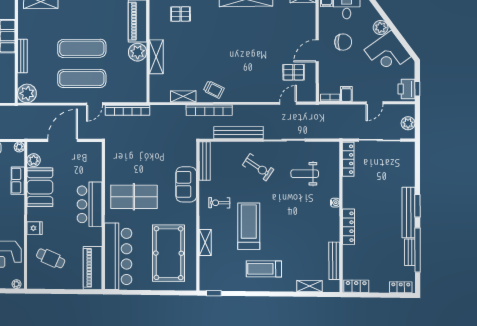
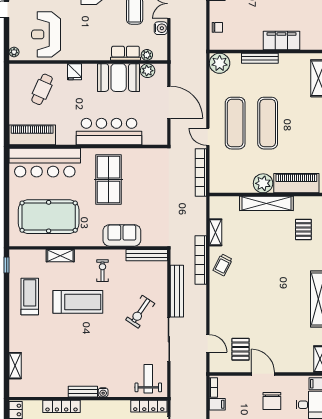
shelving: (156, 57) -> (266, 203), width x1.47
plant: (19, 147) -> (147, 55), moved
weight bench: (305, 174) -> (148, 379), moved
bar counter: (90, 204) -> (109, 132), width x1.36
locker: (349, 227) -> (62, 406), moved
bench: (334, 261) -> (83, 392), moved, width x0.73
treadmill: (264, 269) -> (30, 297), moved

